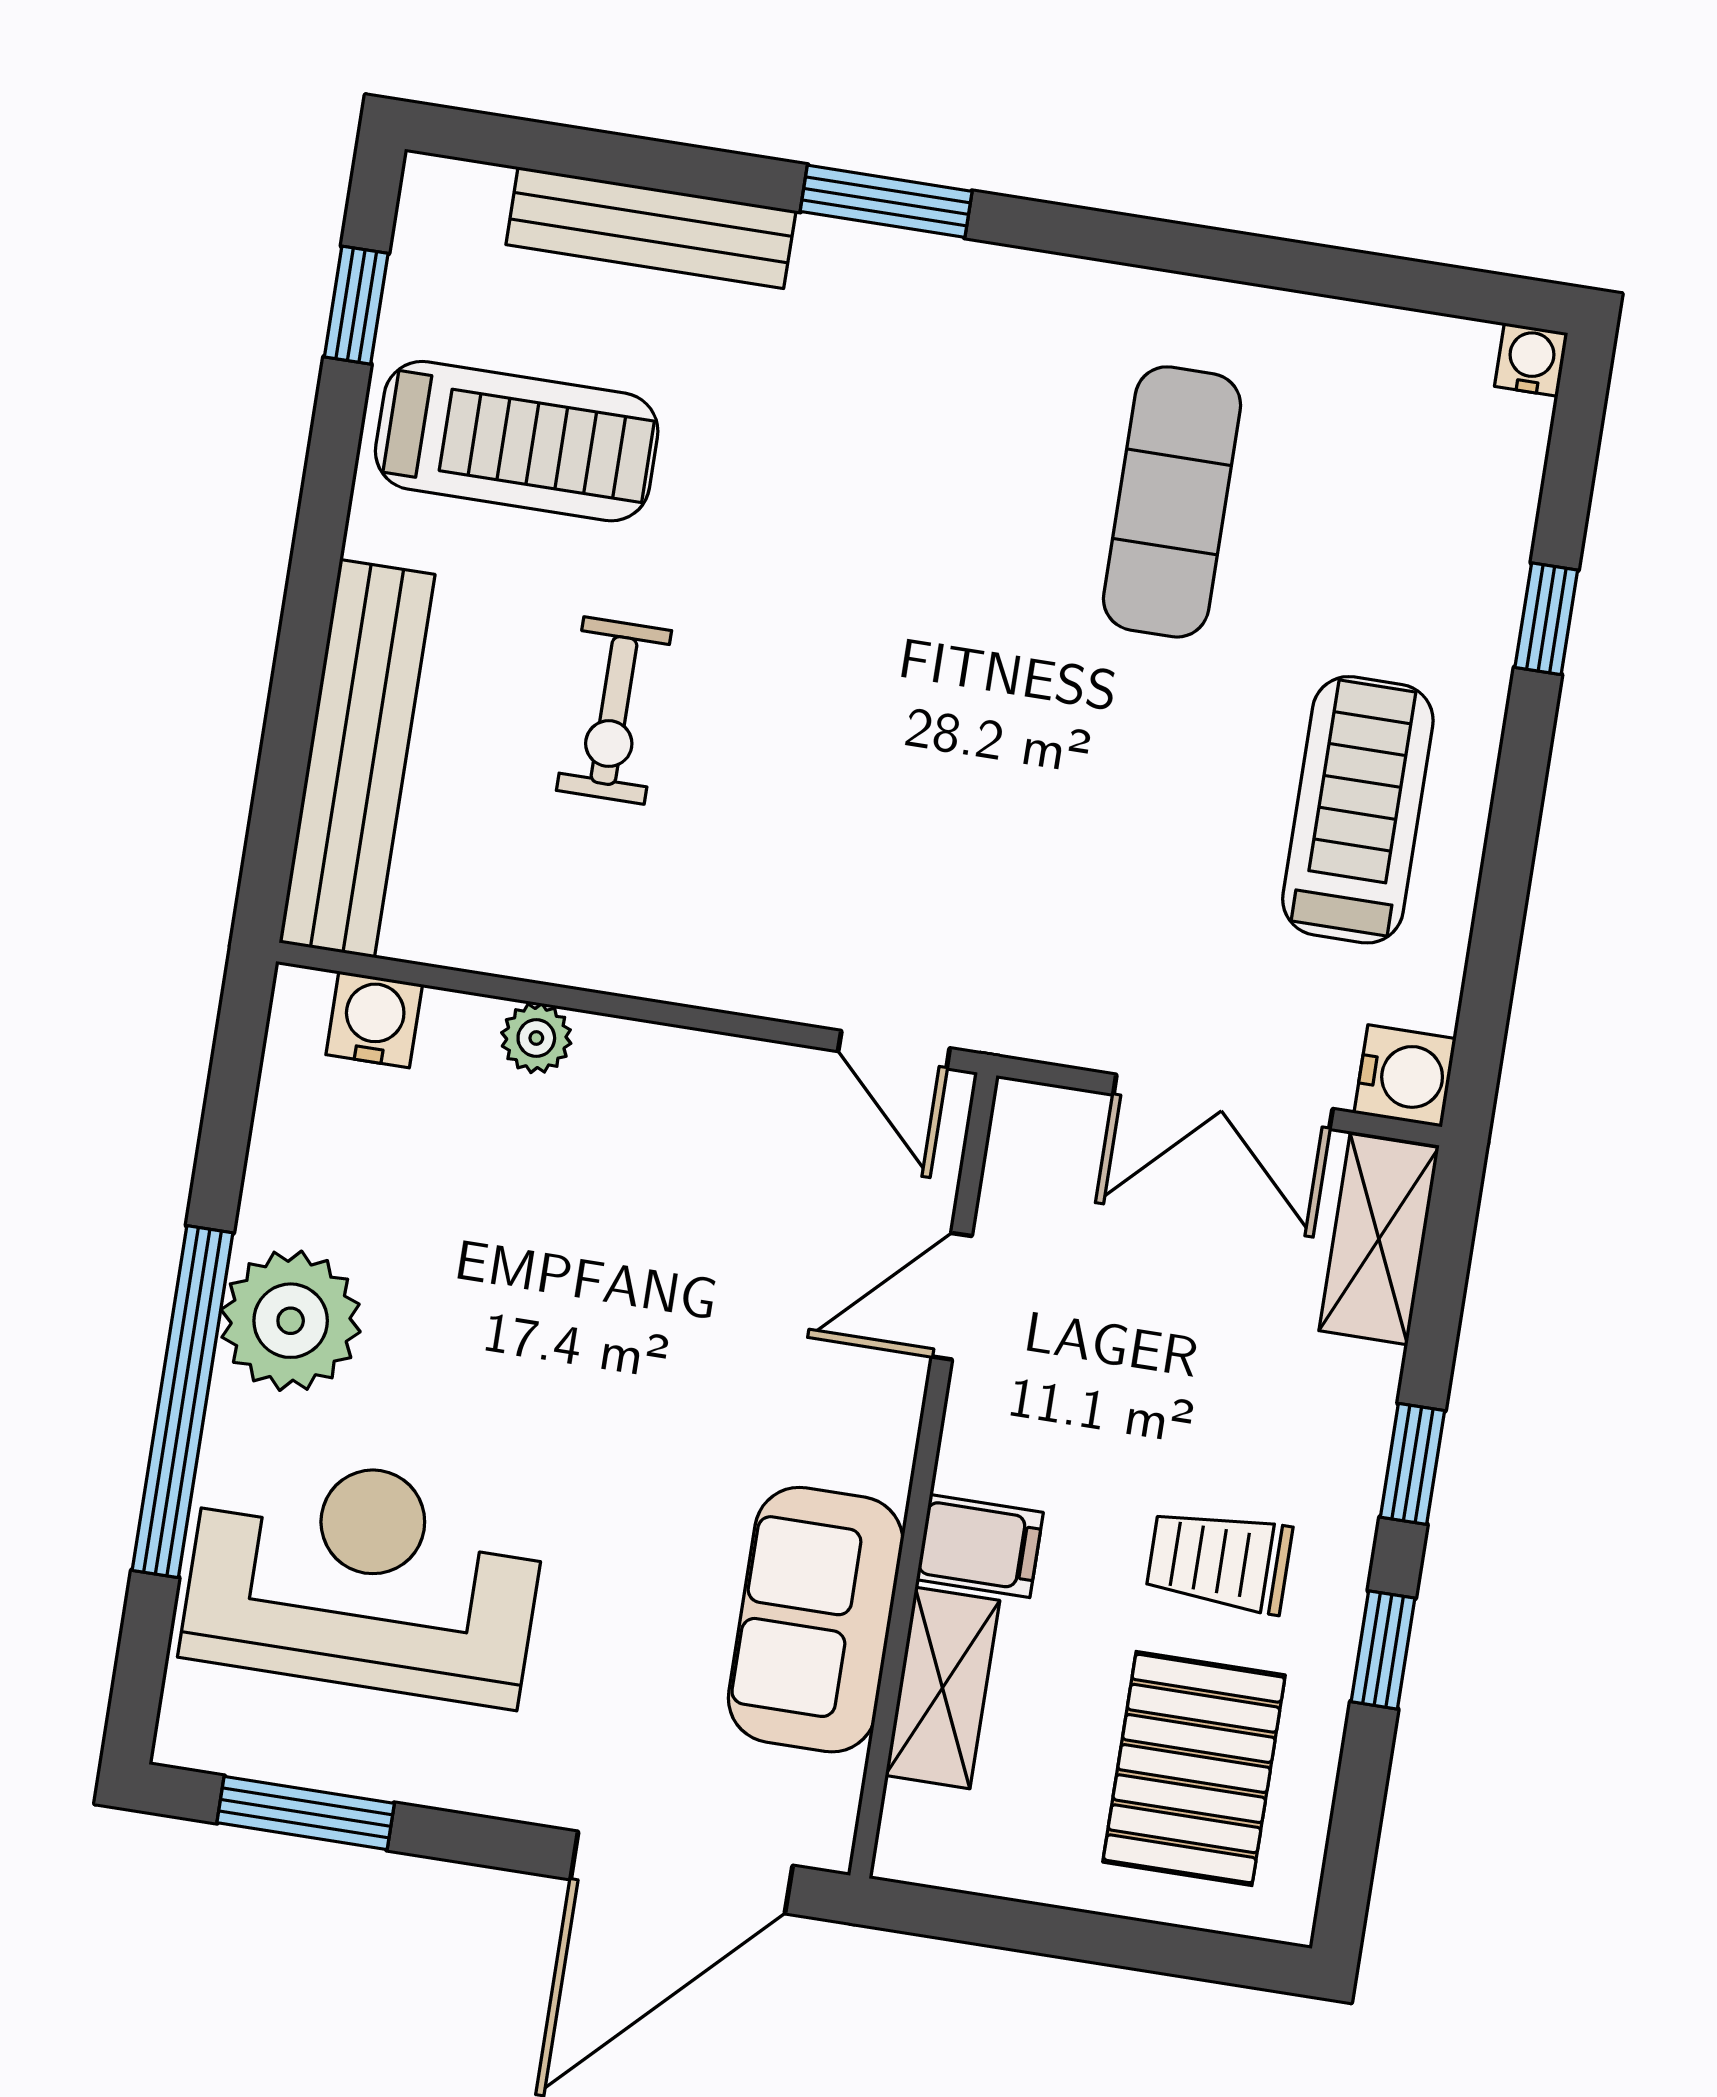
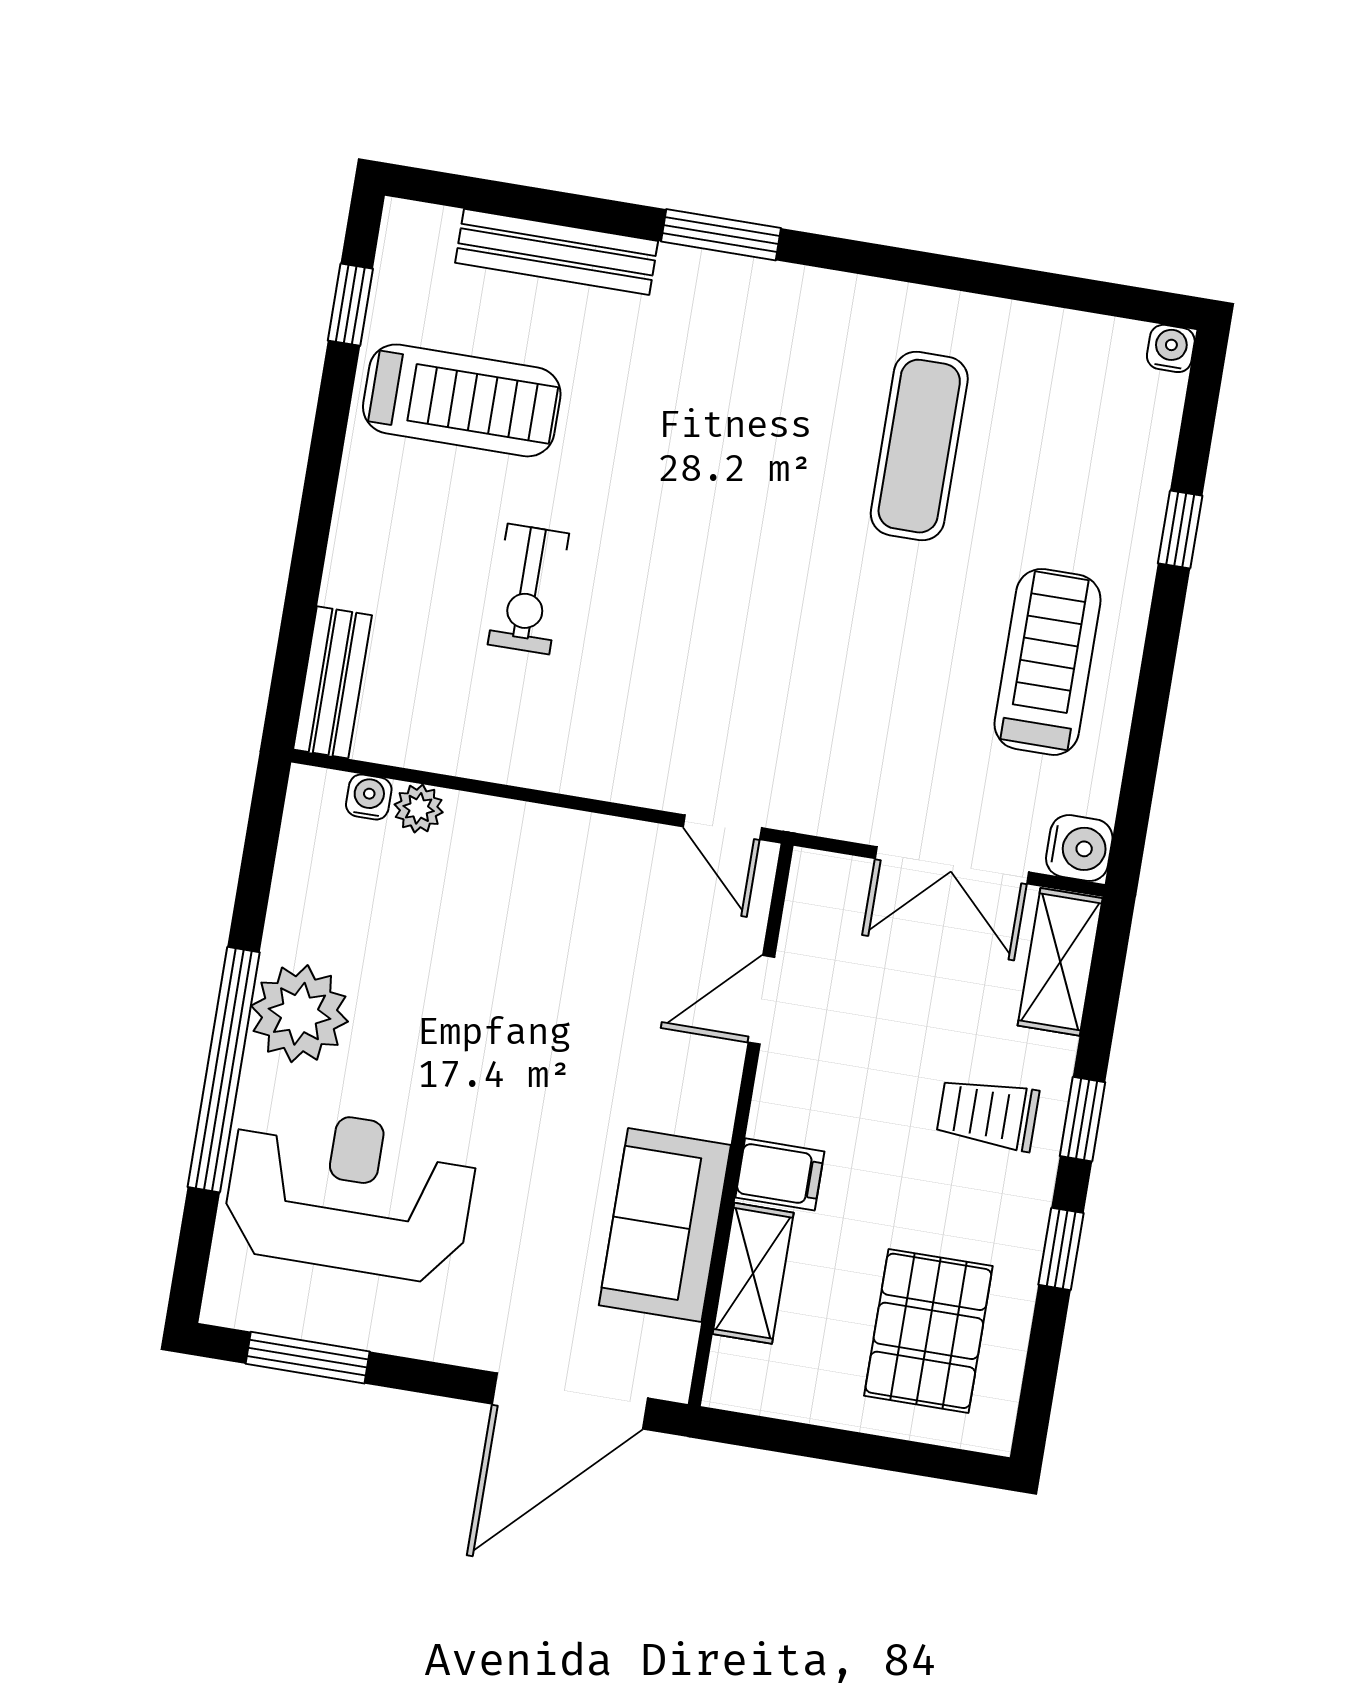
bench: (357, 759) -> (332, 682), width x0.54, depth x0.82
water cooler: (374, 1020) -> (369, 797), width x0.72, depth x0.72
plant: (536, 1038) -> (419, 808), moved
trolley: (1219, 1561) -> (988, 1114), moved

